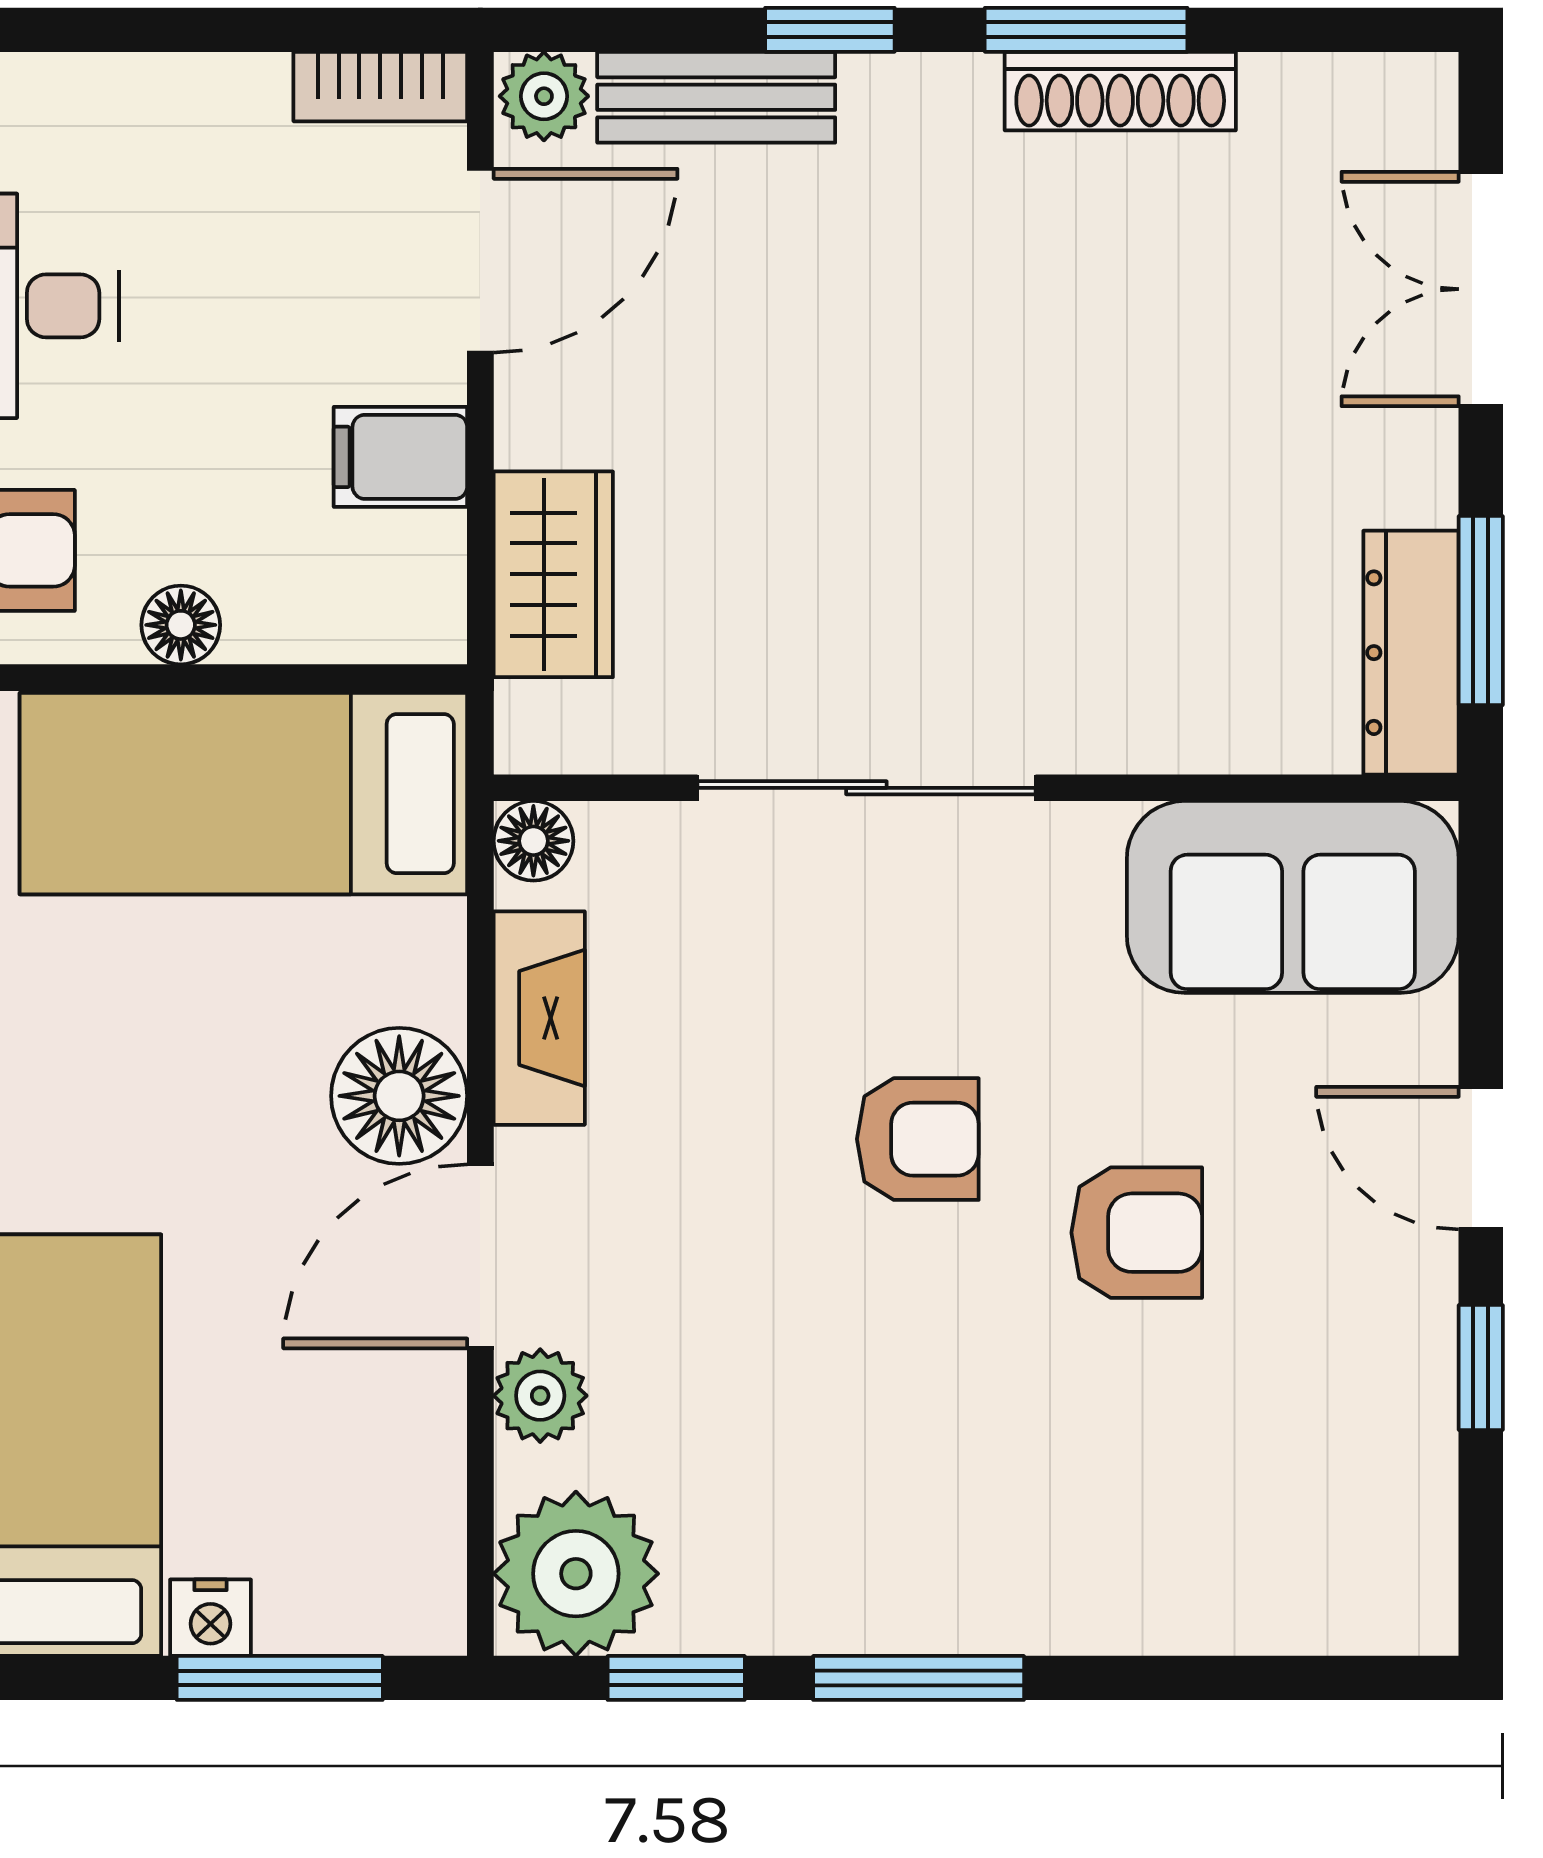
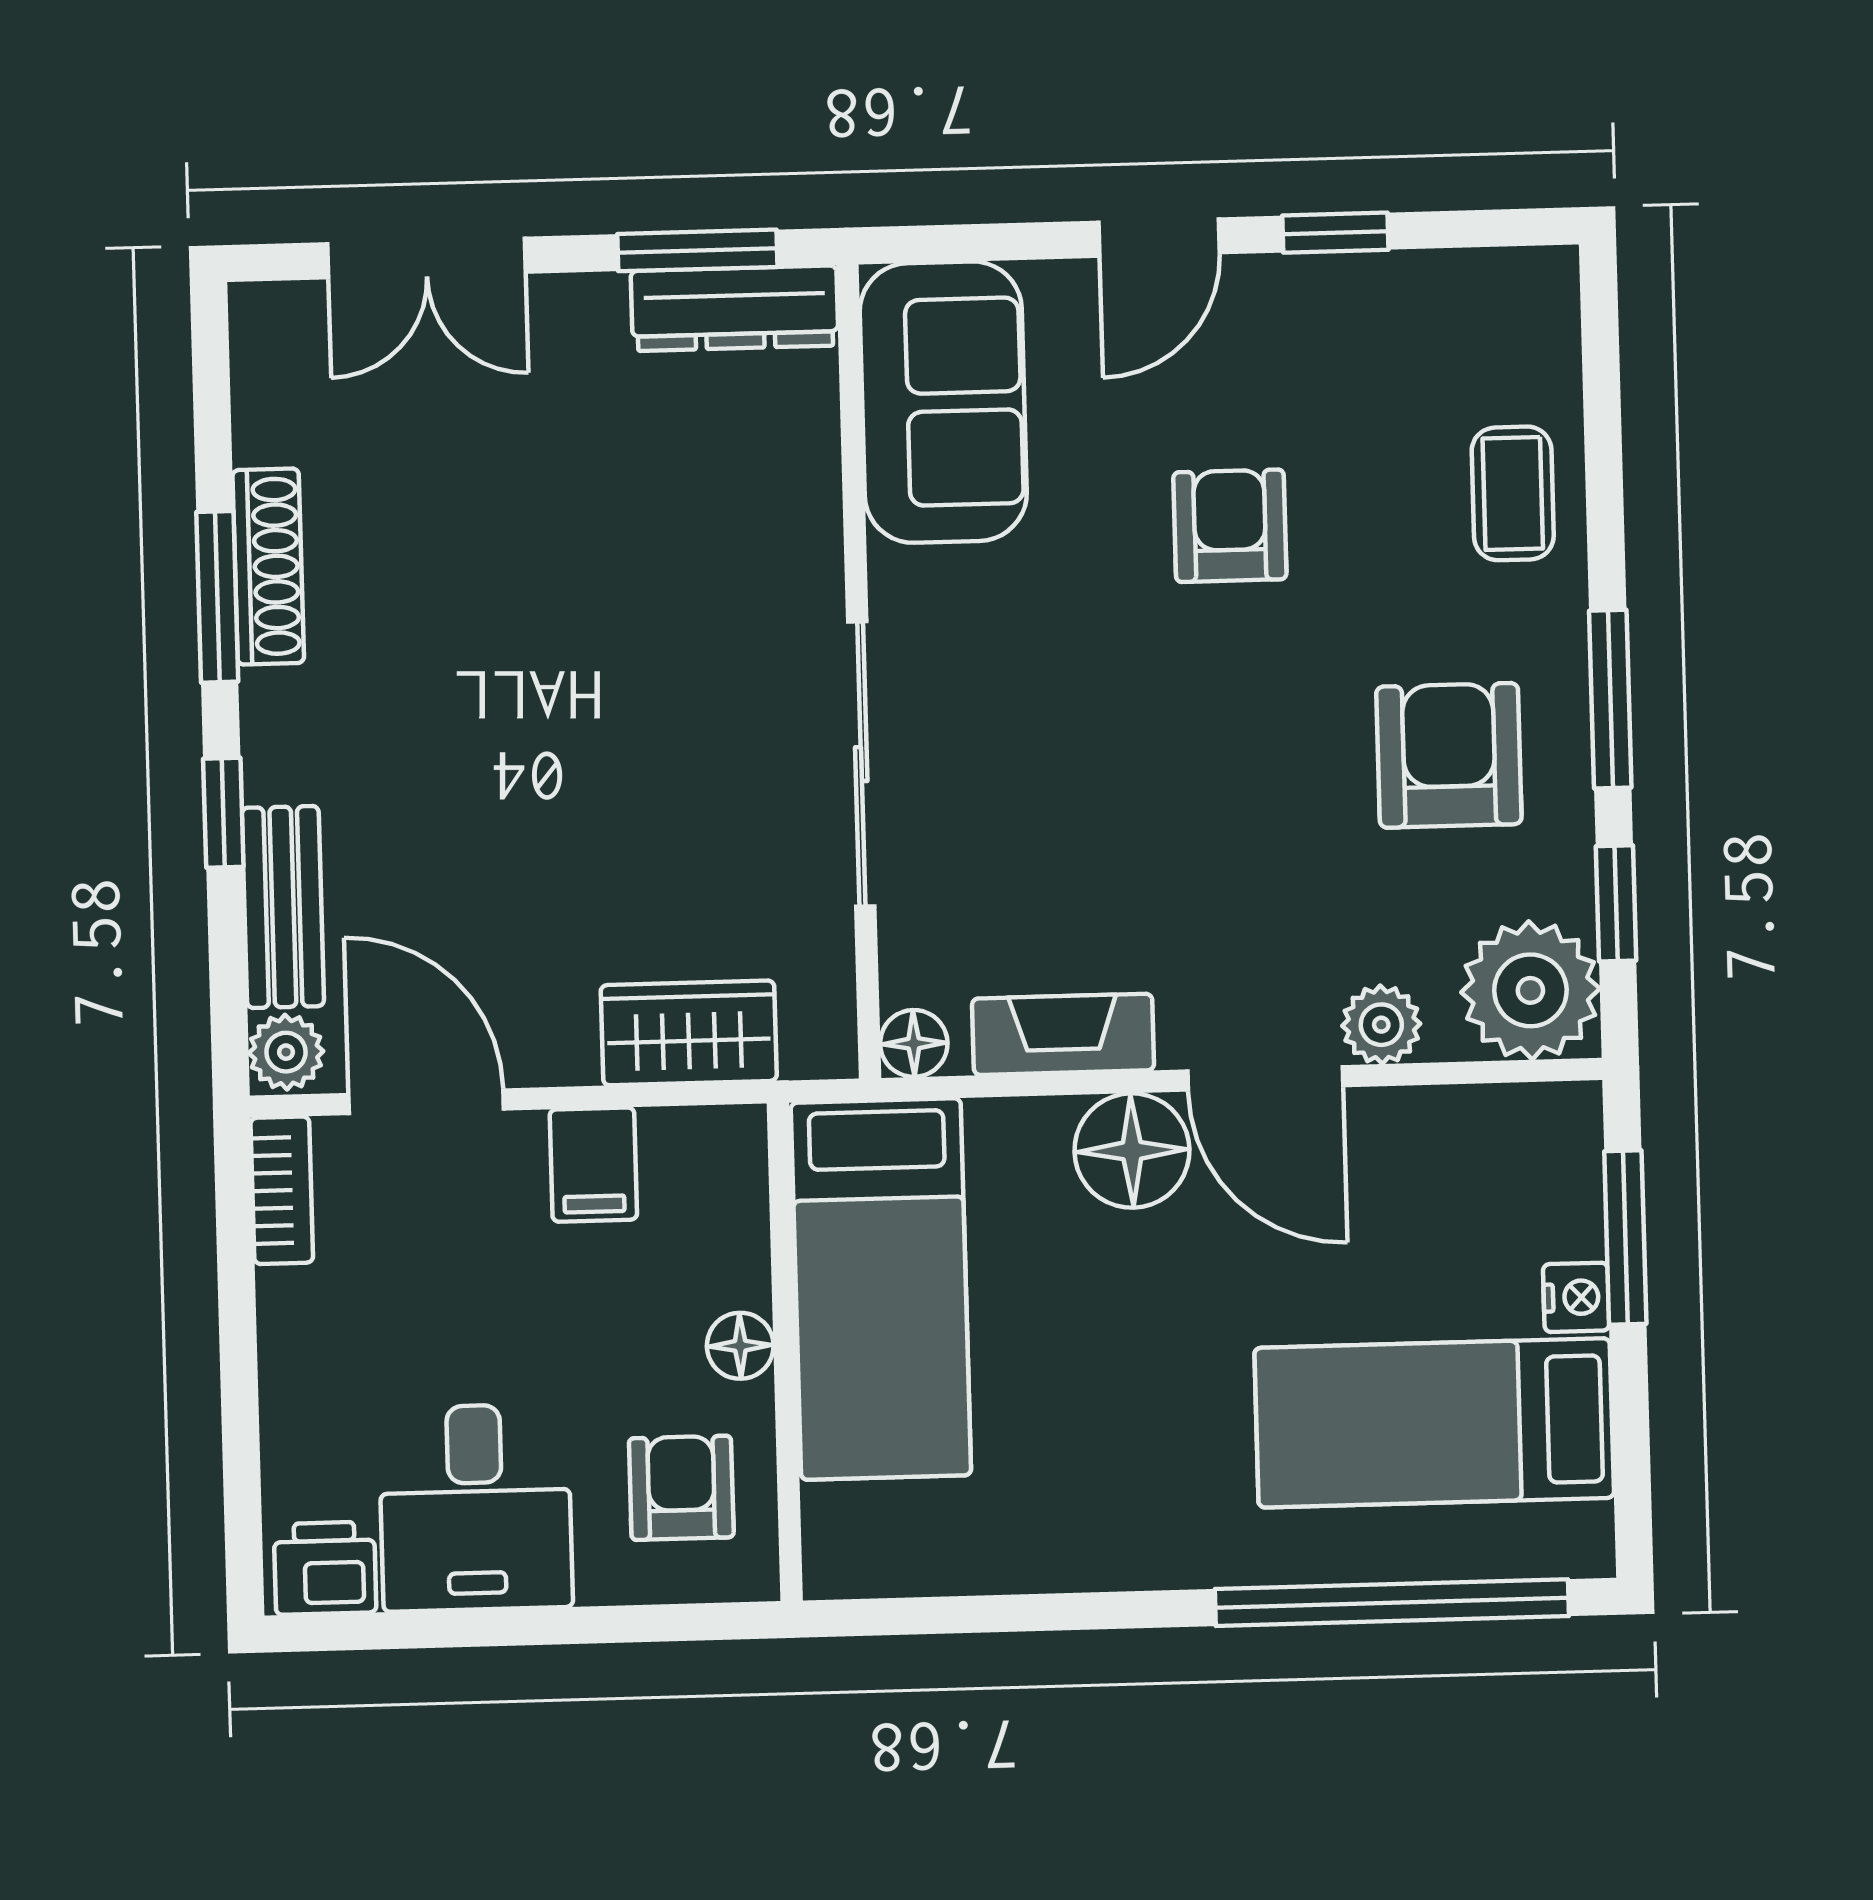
armchair: (918, 1139) -> (1449, 755), moved, width x1.38, depth x1.38
coffee table: (1166, 1569) -> (1513, 493), added

